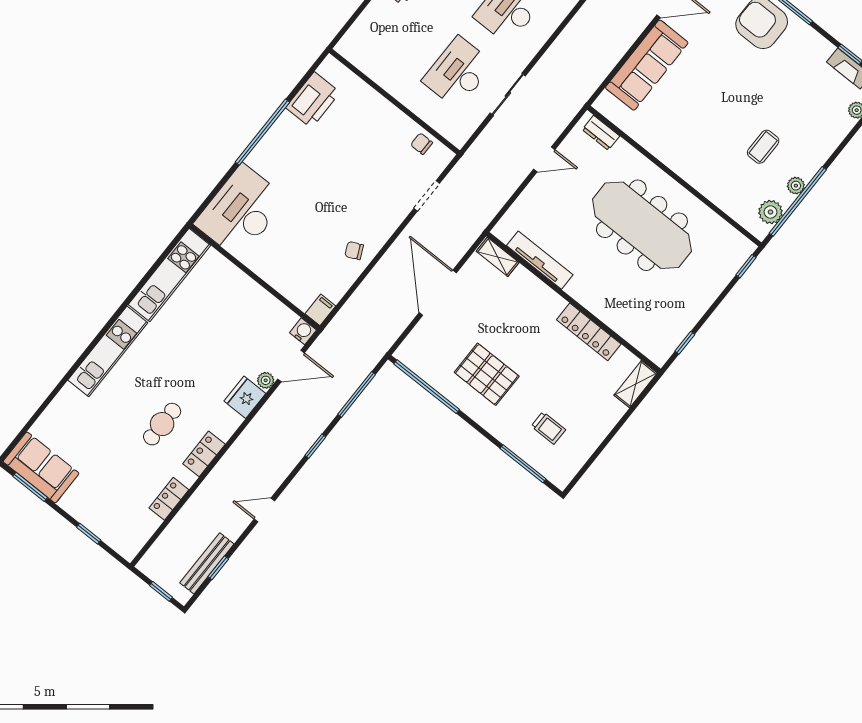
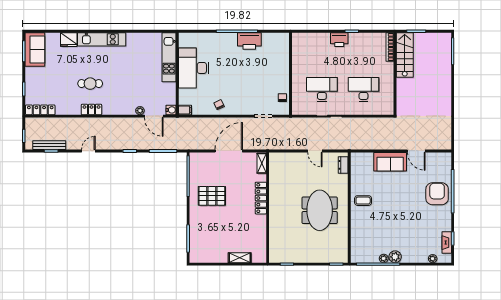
sofa: (647, 65) -> (390, 162), width x0.73
printer: (313, 100) -> (249, 41), moved
coffee table: (763, 147) -> (363, 201), moved
desk: (241, 211) -> (194, 68), moved, turned -90
plant: (771, 212) -> (395, 257), moved
meeting table: (642, 225) -> (320, 210), width x0.73
tv unit: (540, 260) -> (274, 181), removed
kitchen unit: (169, 275) -> (169, 57), moved, turned 90
locker: (589, 332) -> (261, 198), moved
pallet: (487, 374) -> (212, 196), turned 90
shelving: (636, 384) -> (240, 258), moved
fridge: (245, 397) -> (69, 40), moved, turned 180
trolley: (548, 428) -> (210, 237), removed
locker: (169, 499) -> (40, 110), moved, width x1.53
door: (264, 510) -> (88, 151), hinge flipped

